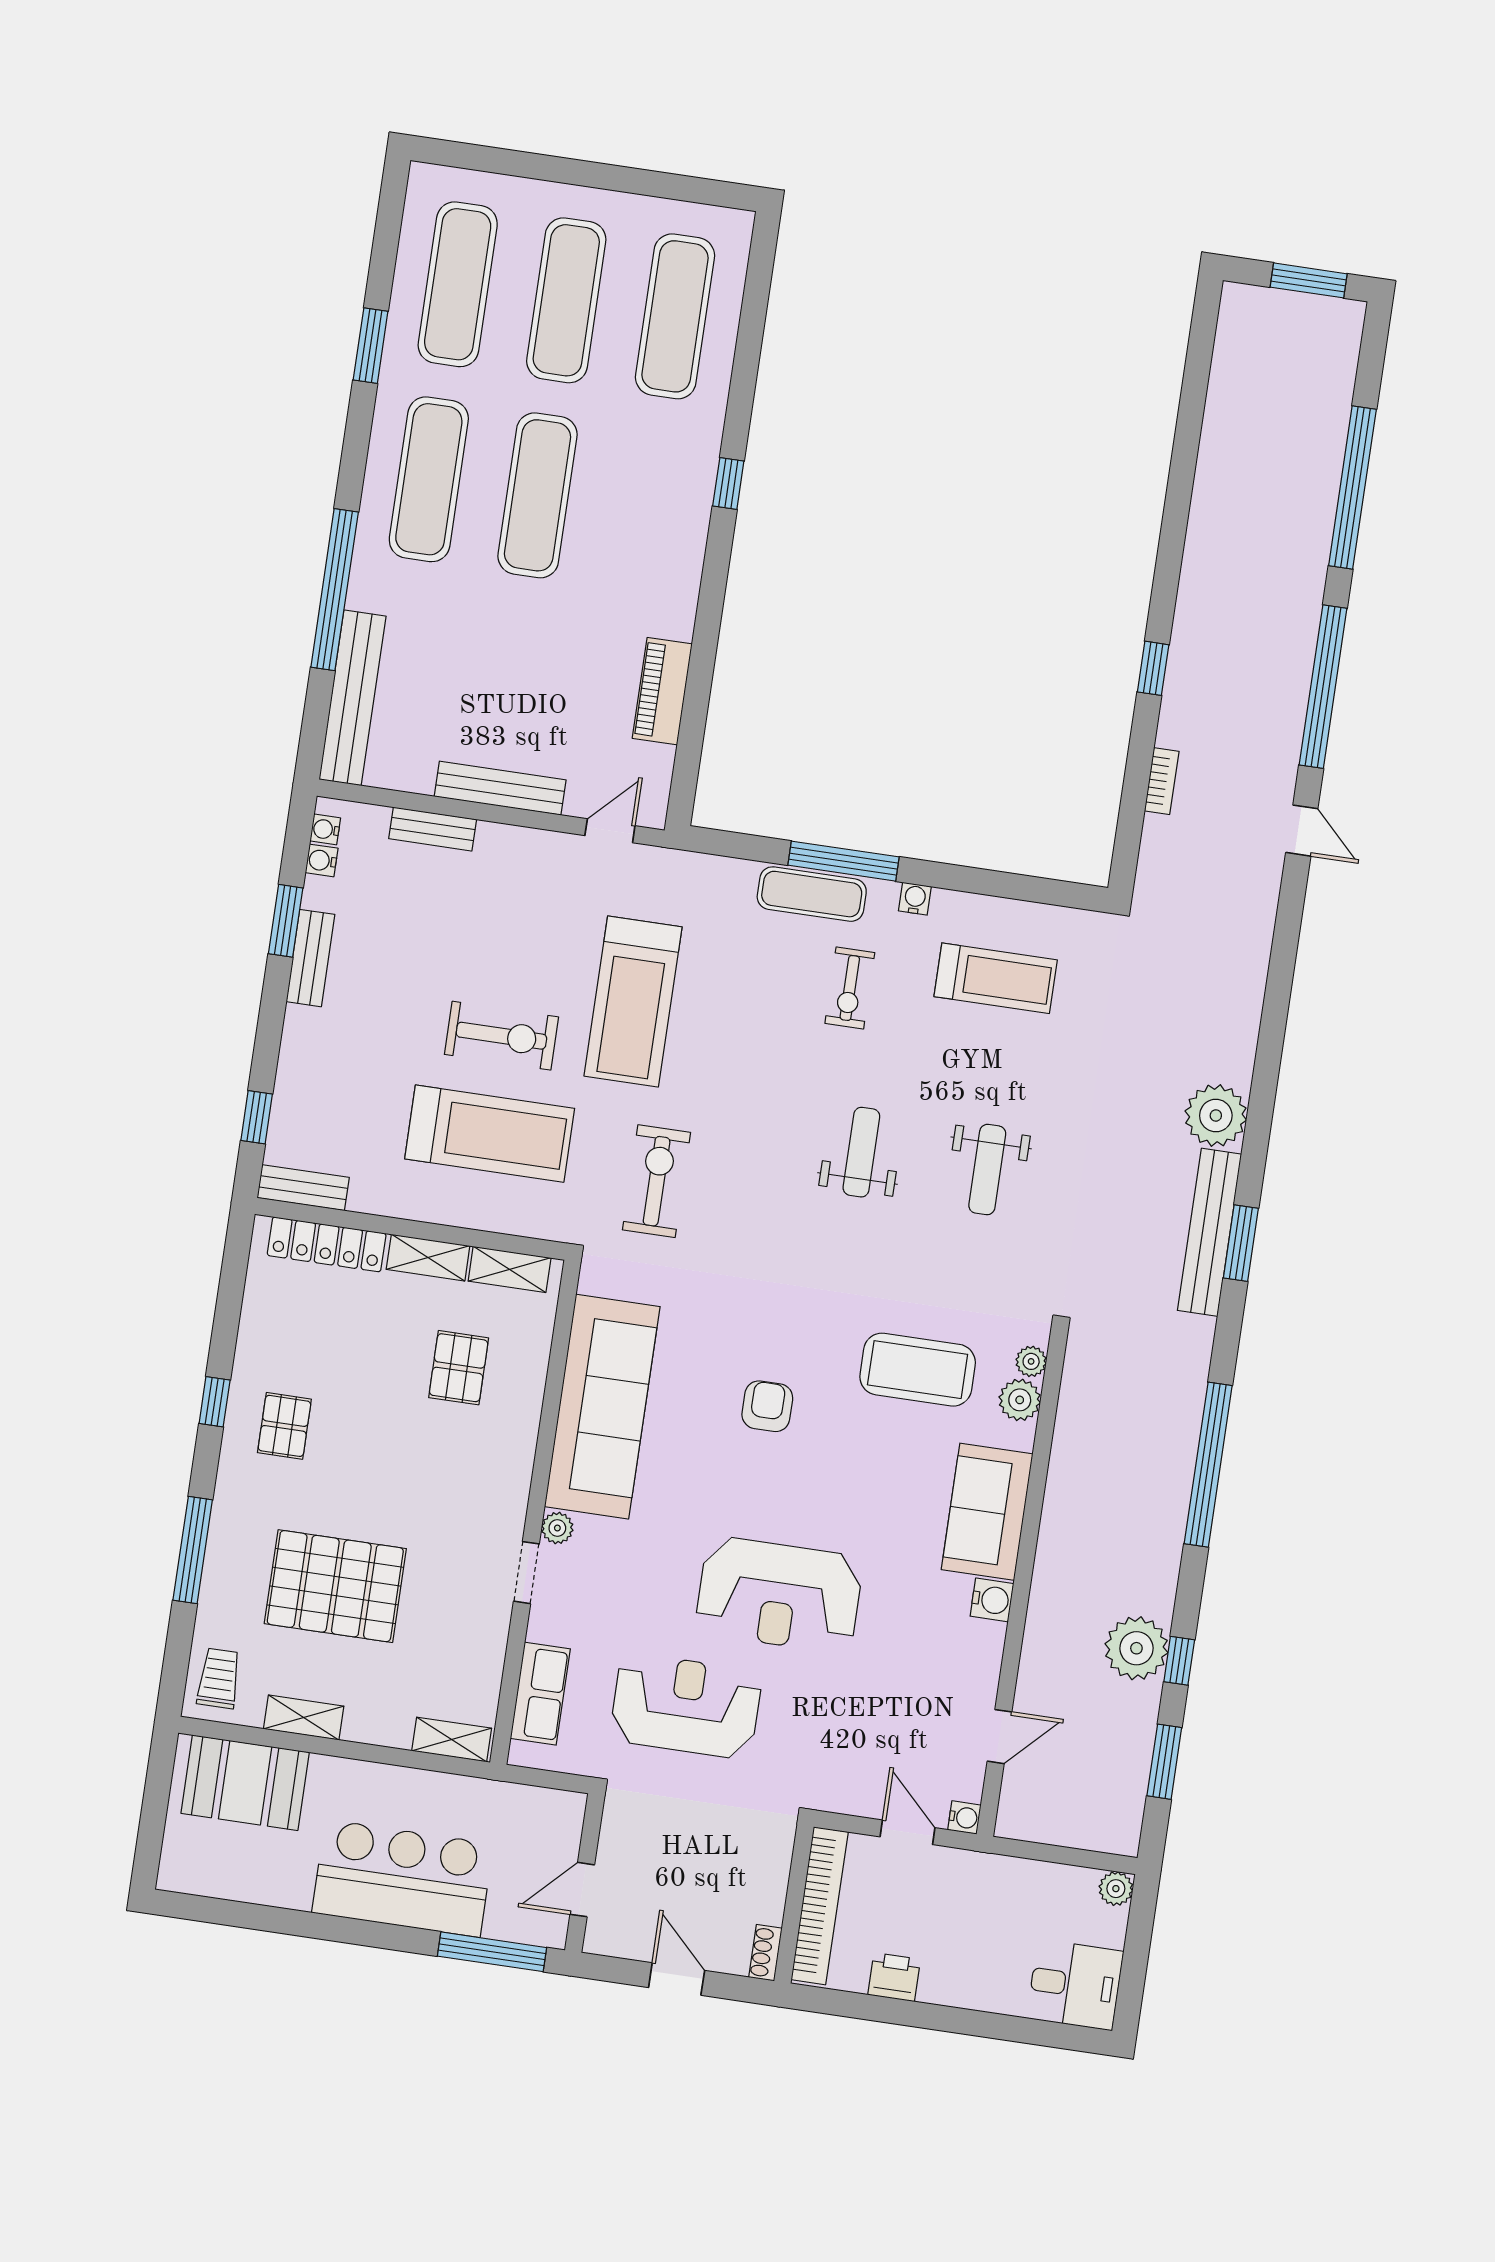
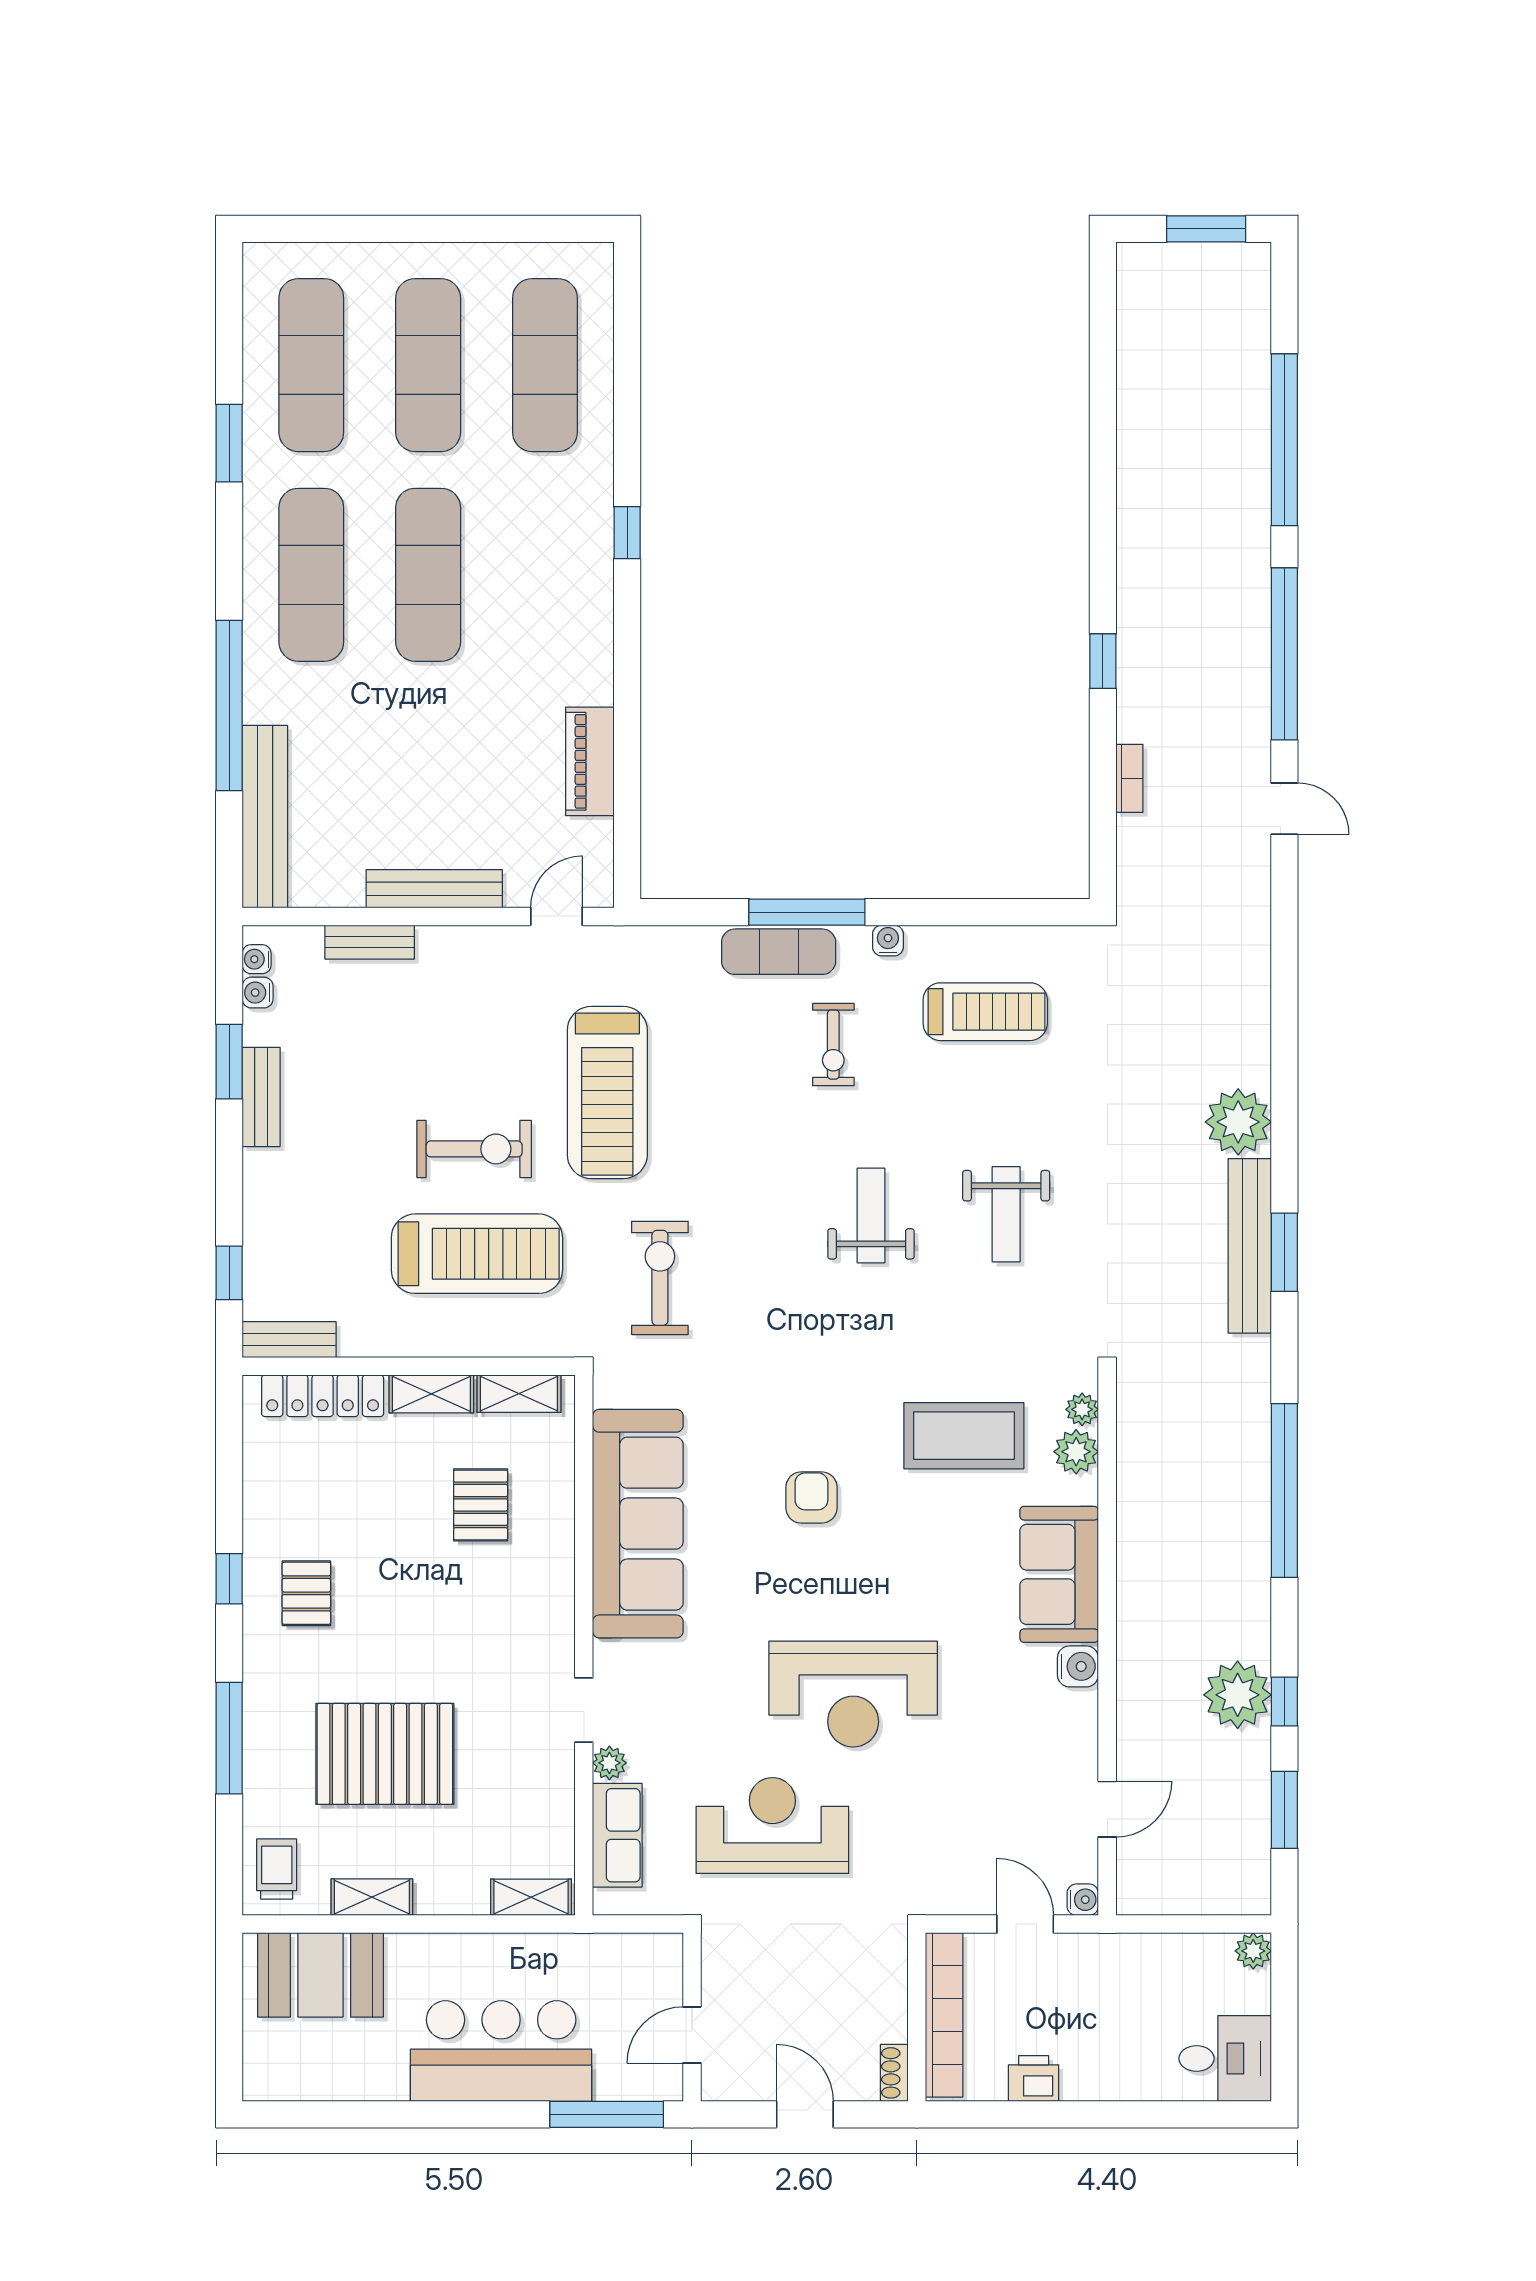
plant: (557, 1528) -> (609, 1763), moved

